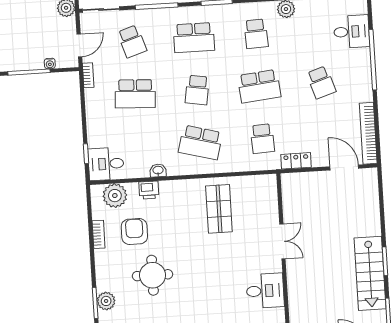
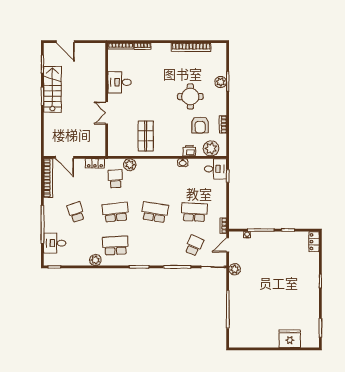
school desk: (256, 34) -> (115, 245), width x1.85
school desk: (194, 38) -> (155, 245), removed
school desk: (132, 41) -> (194, 245), turned 42
school desk: (197, 90) -> (155, 212), width x1.85
school desk: (200, 142) -> (155, 179), removed
plant: (241, 162) -> (130, 165), added

